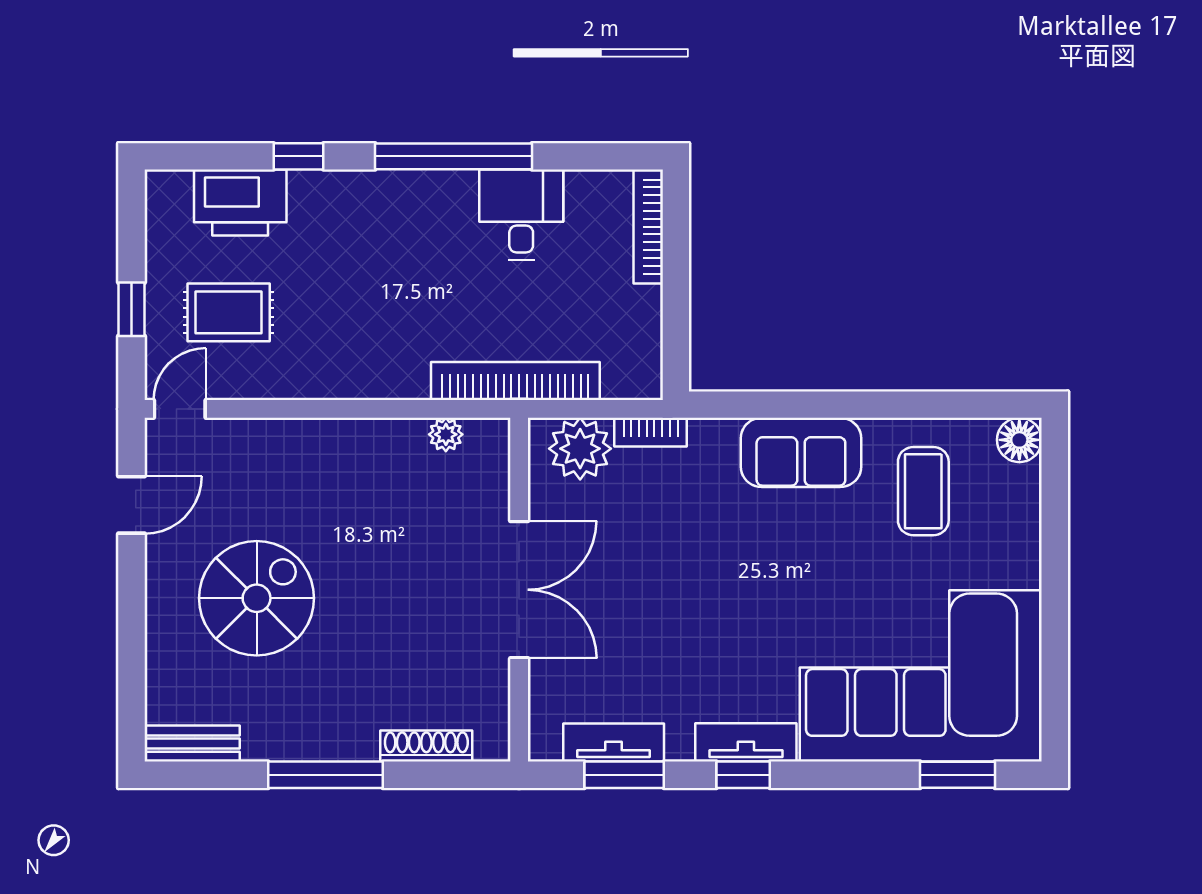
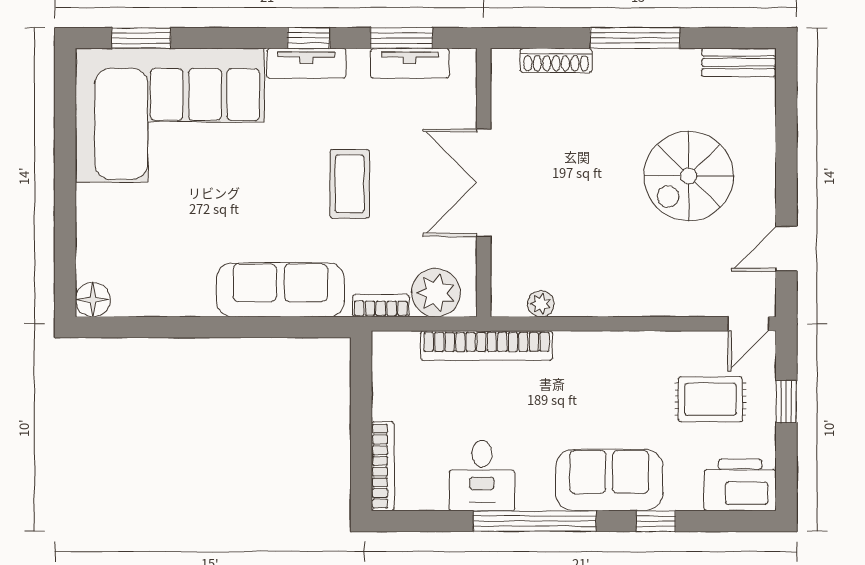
printer: (240, 203) -> (740, 485), moved
sofa: (358, 209) -> (609, 480), added
sofa: (801, 452) -> (280, 290), width x1.36
coffee table: (923, 491) -> (350, 184), moved

